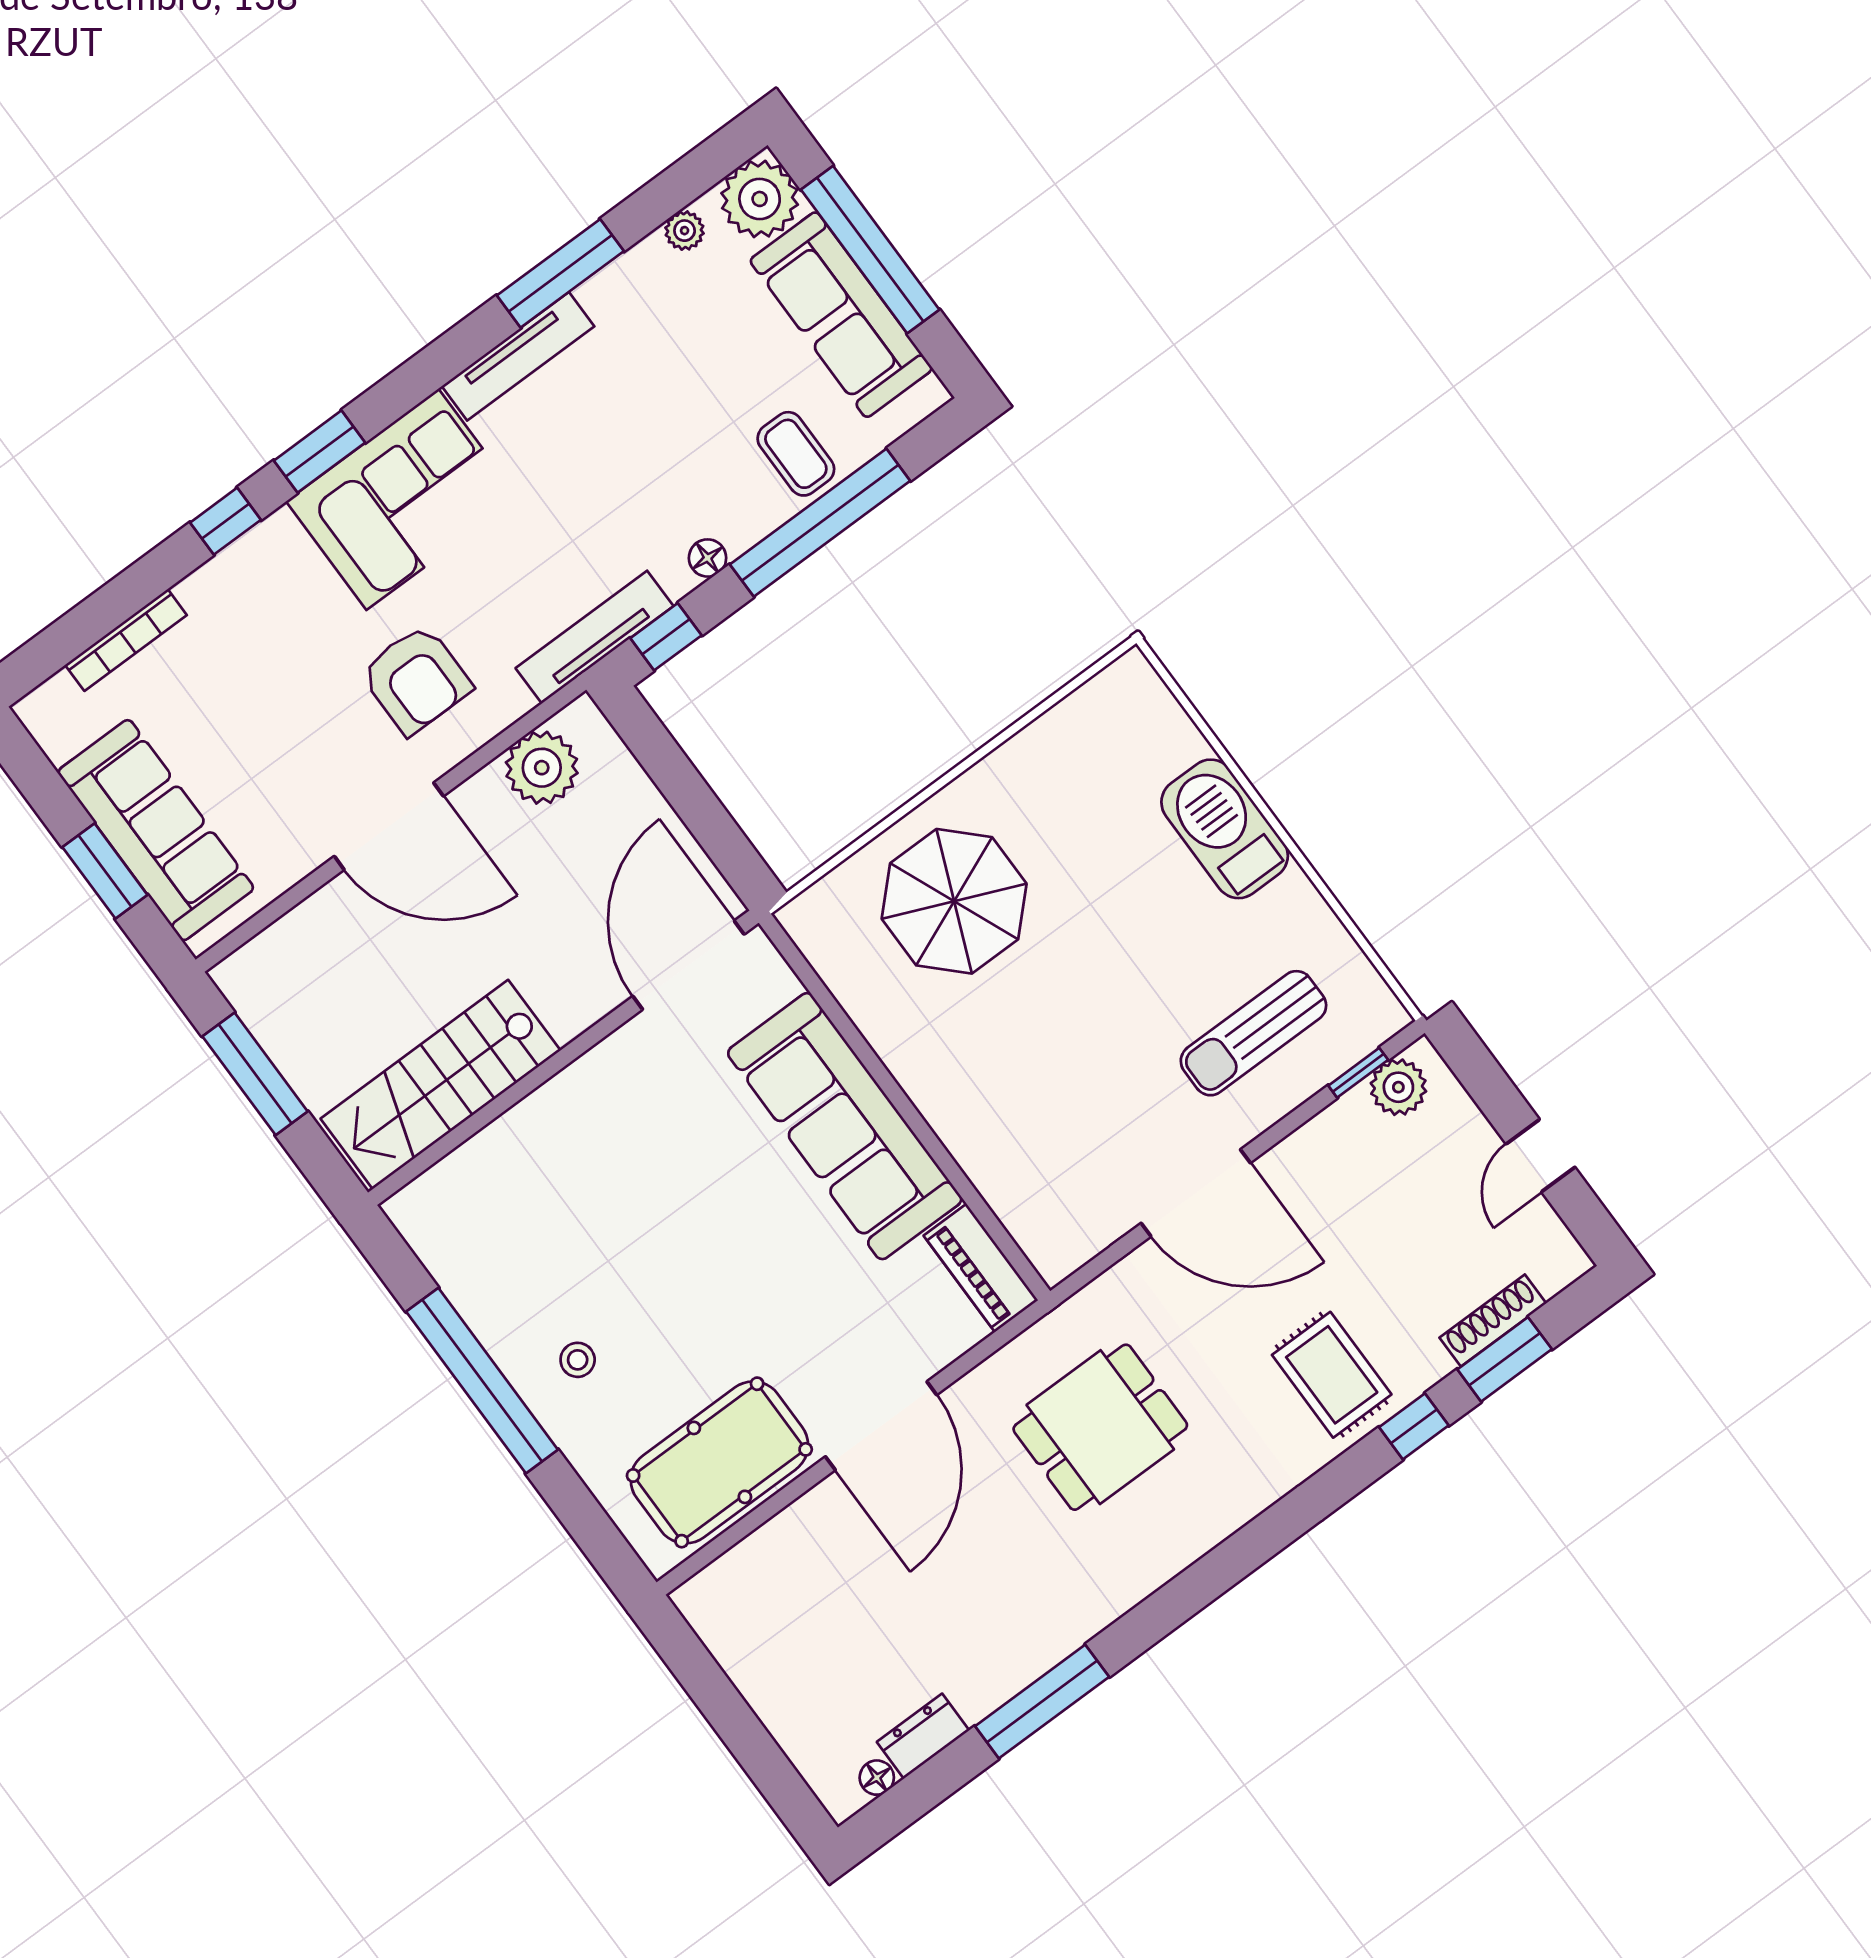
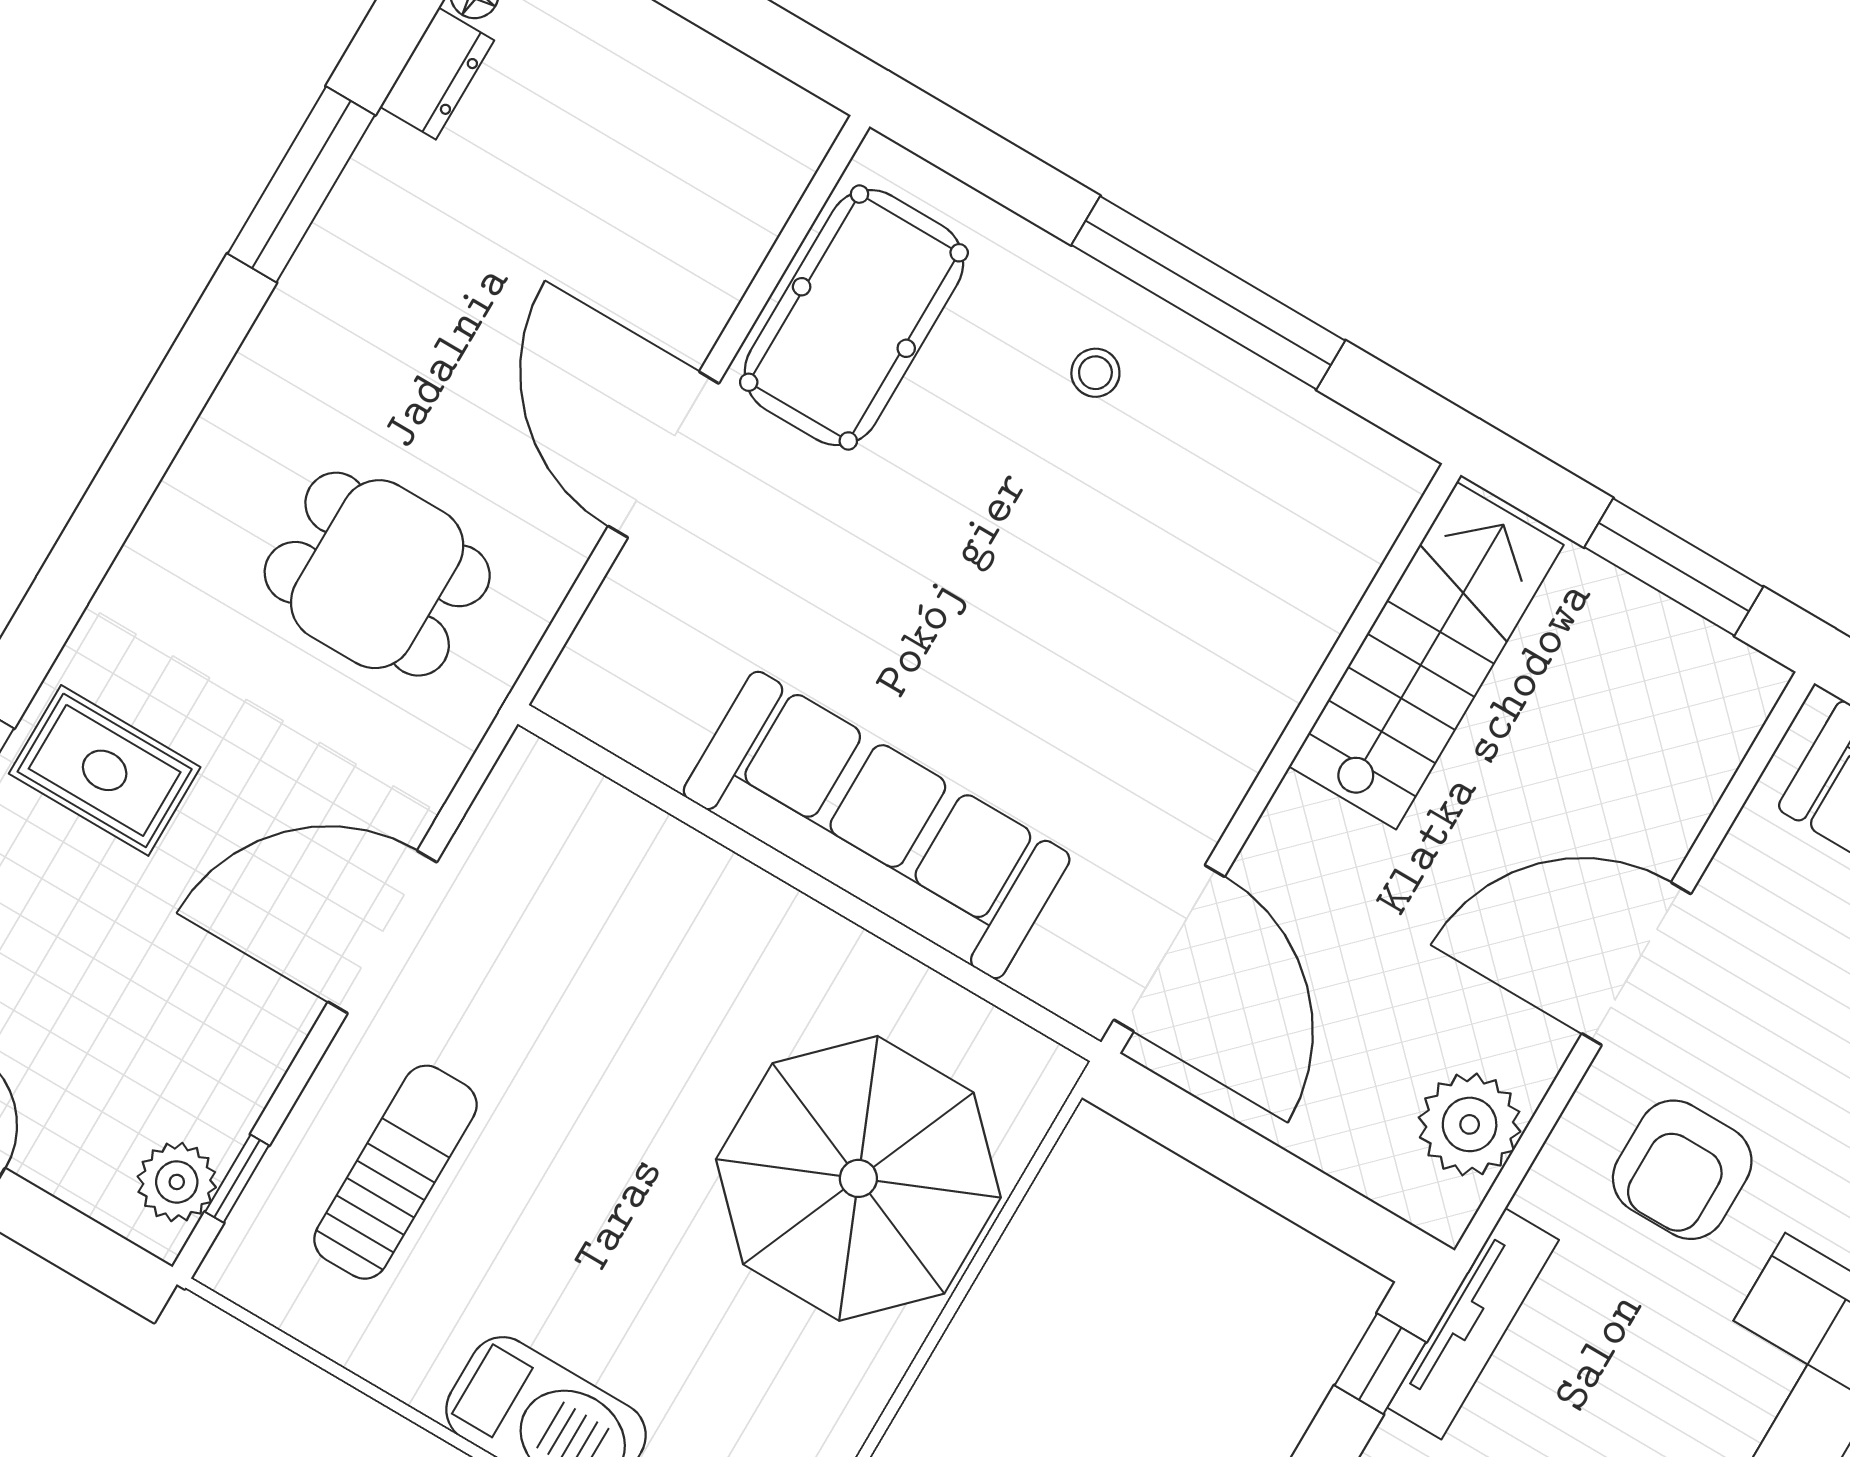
armchair: (416, 680) -> (1682, 1170), turned -90
parasol: (954, 901) -> (858, 1178), width x1.36, depth x1.36
piano: (981, 1268) -> (621, 716), removed
dining table: (1100, 1427) -> (377, 574), turned 90

